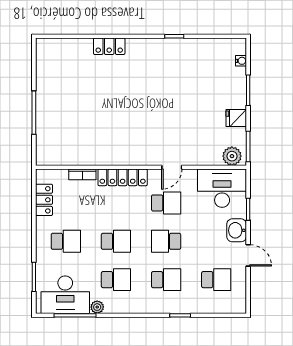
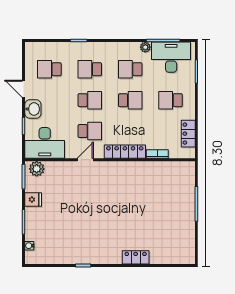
school desk: (166, 203) -> (90, 131), turned 180
school desk: (116, 241) -> (130, 100), turned 180

